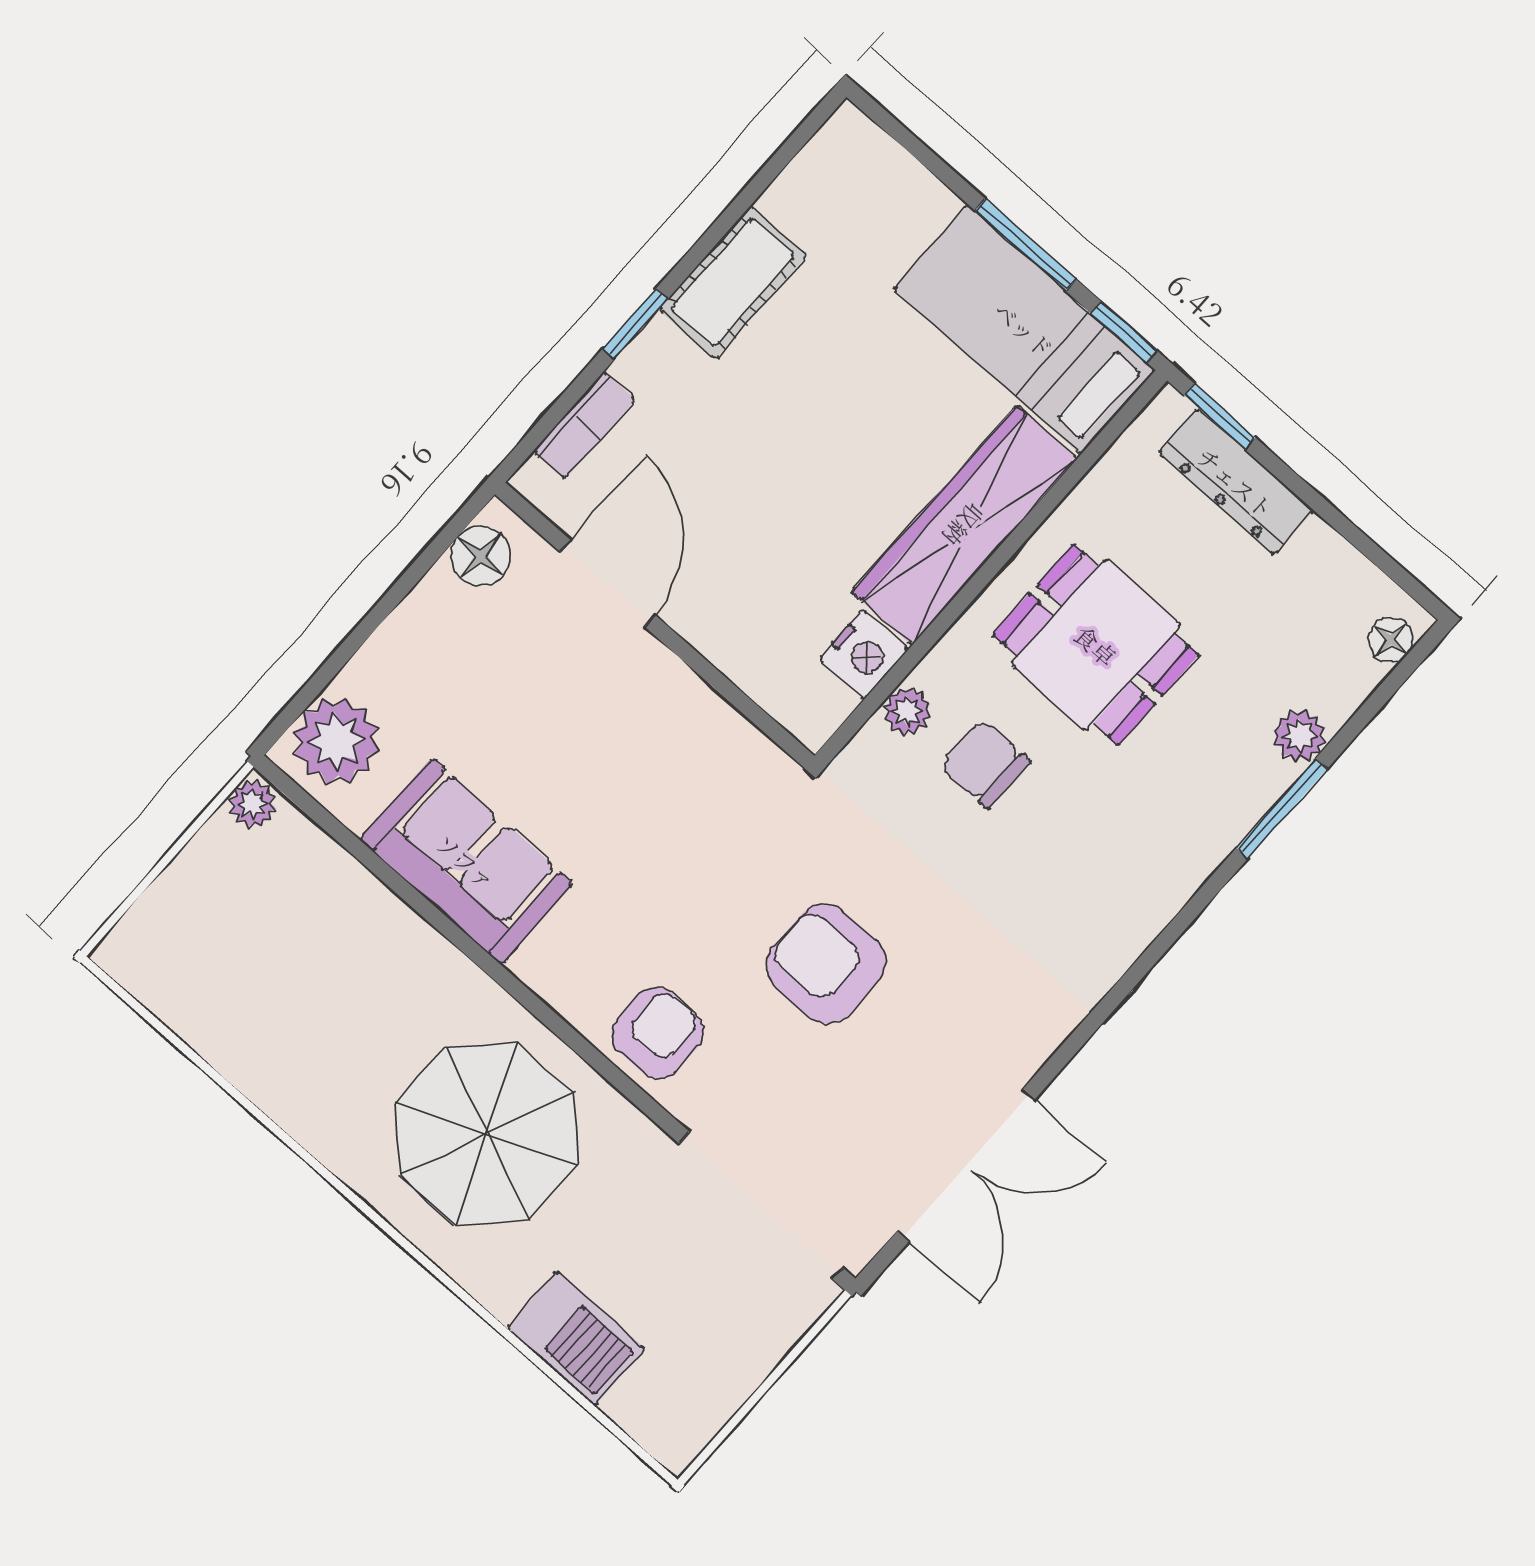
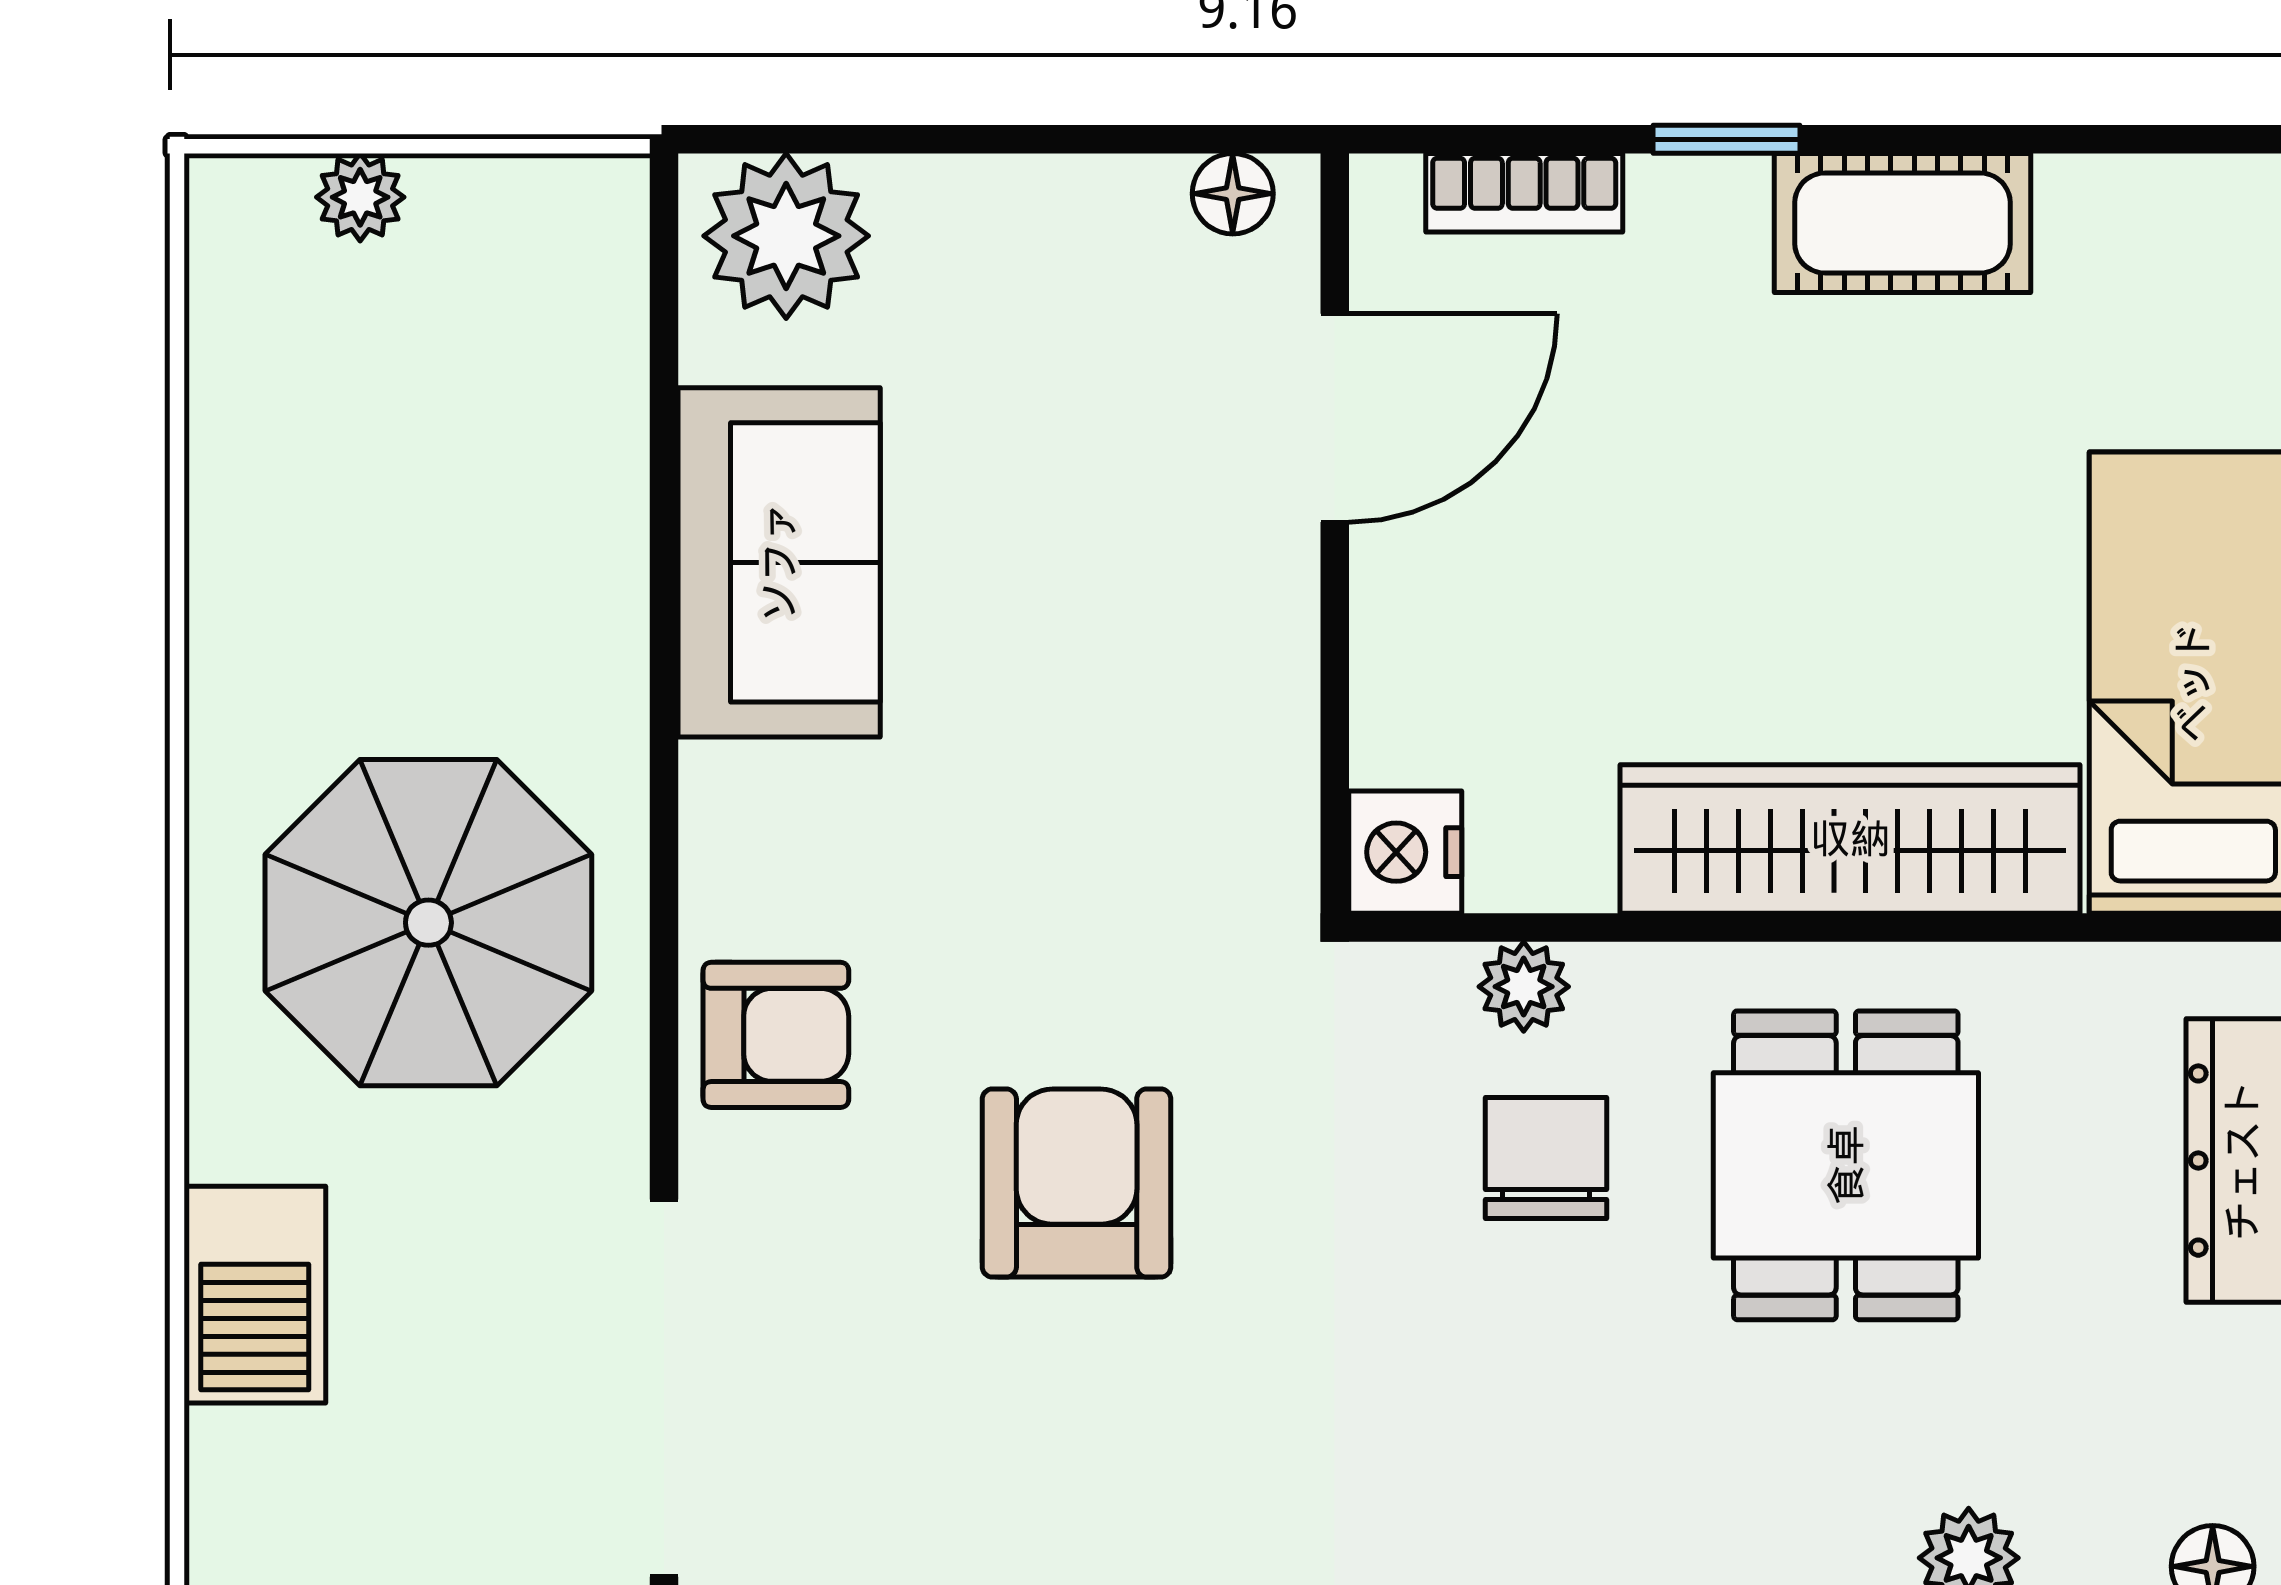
floor lamp: (480, 556) -> (1233, 194), width x0.73, depth x0.73
nightstand: (864, 654) -> (1405, 852), moved, turned 90
plant: (253, 804) -> (360, 197), moved

